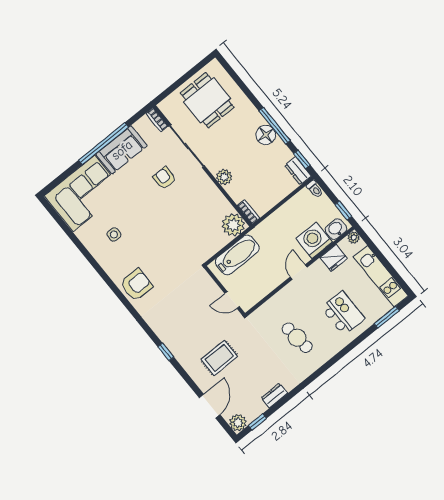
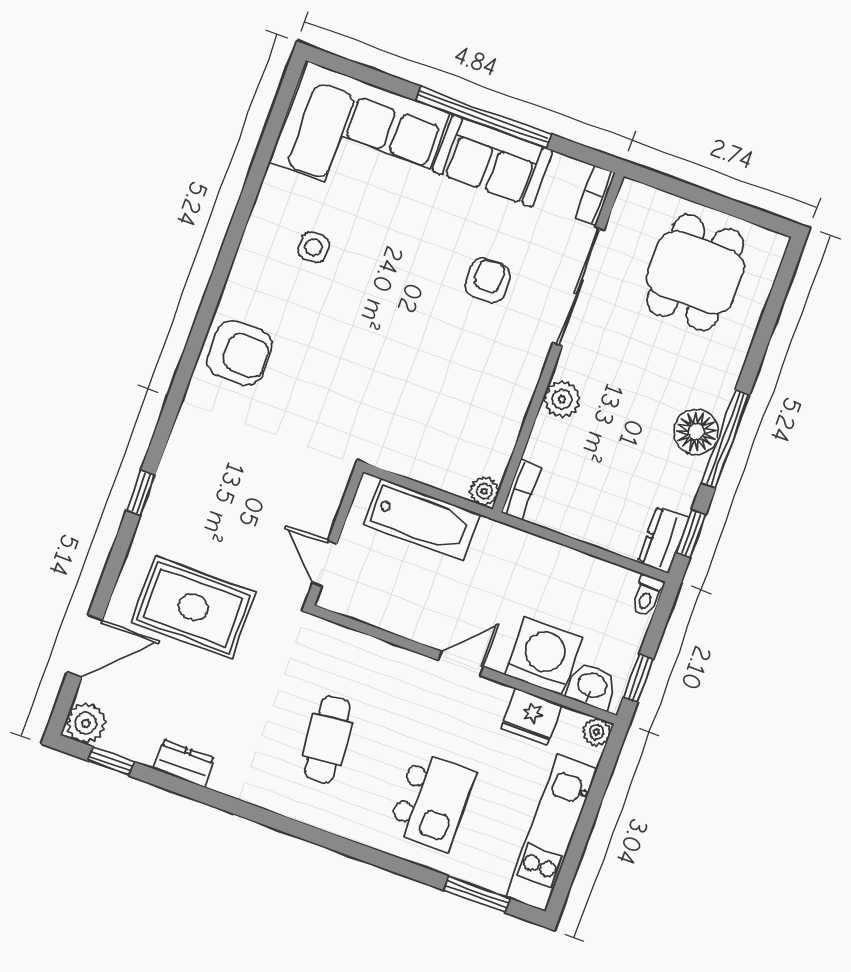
plant: (233, 225) -> (484, 491), width x0.53, depth x0.53
rug: (219, 358) -> (193, 607), width x1.36, depth x1.43

